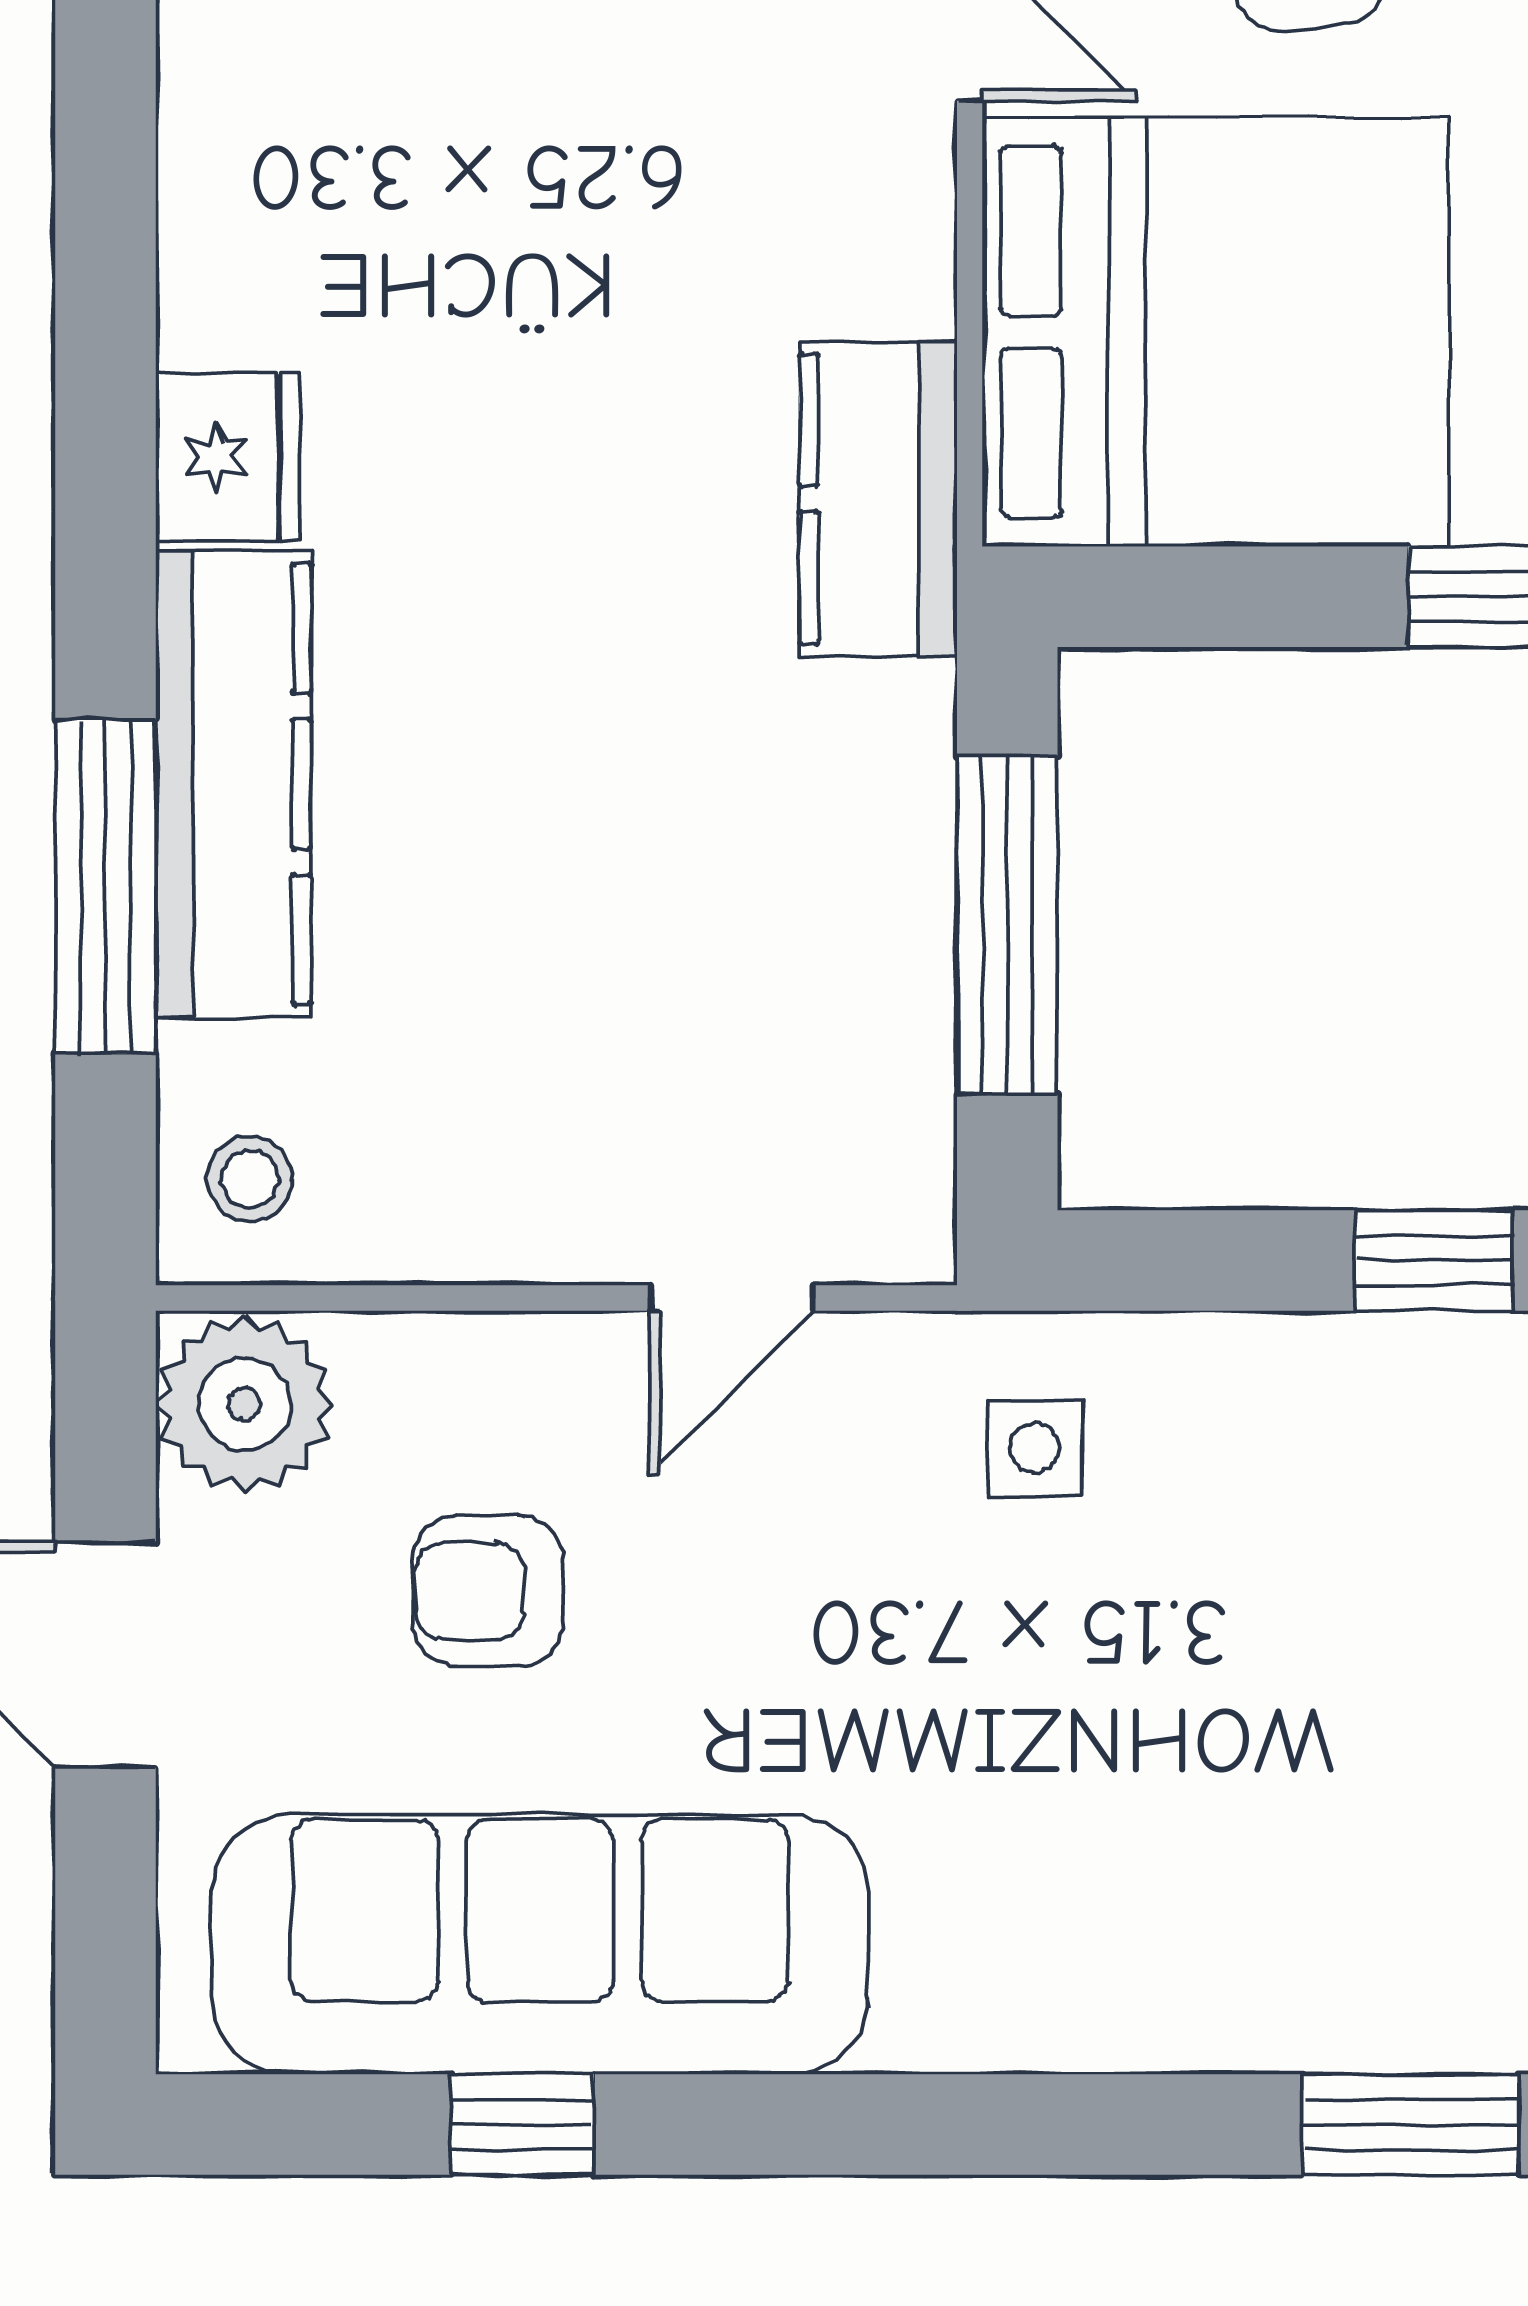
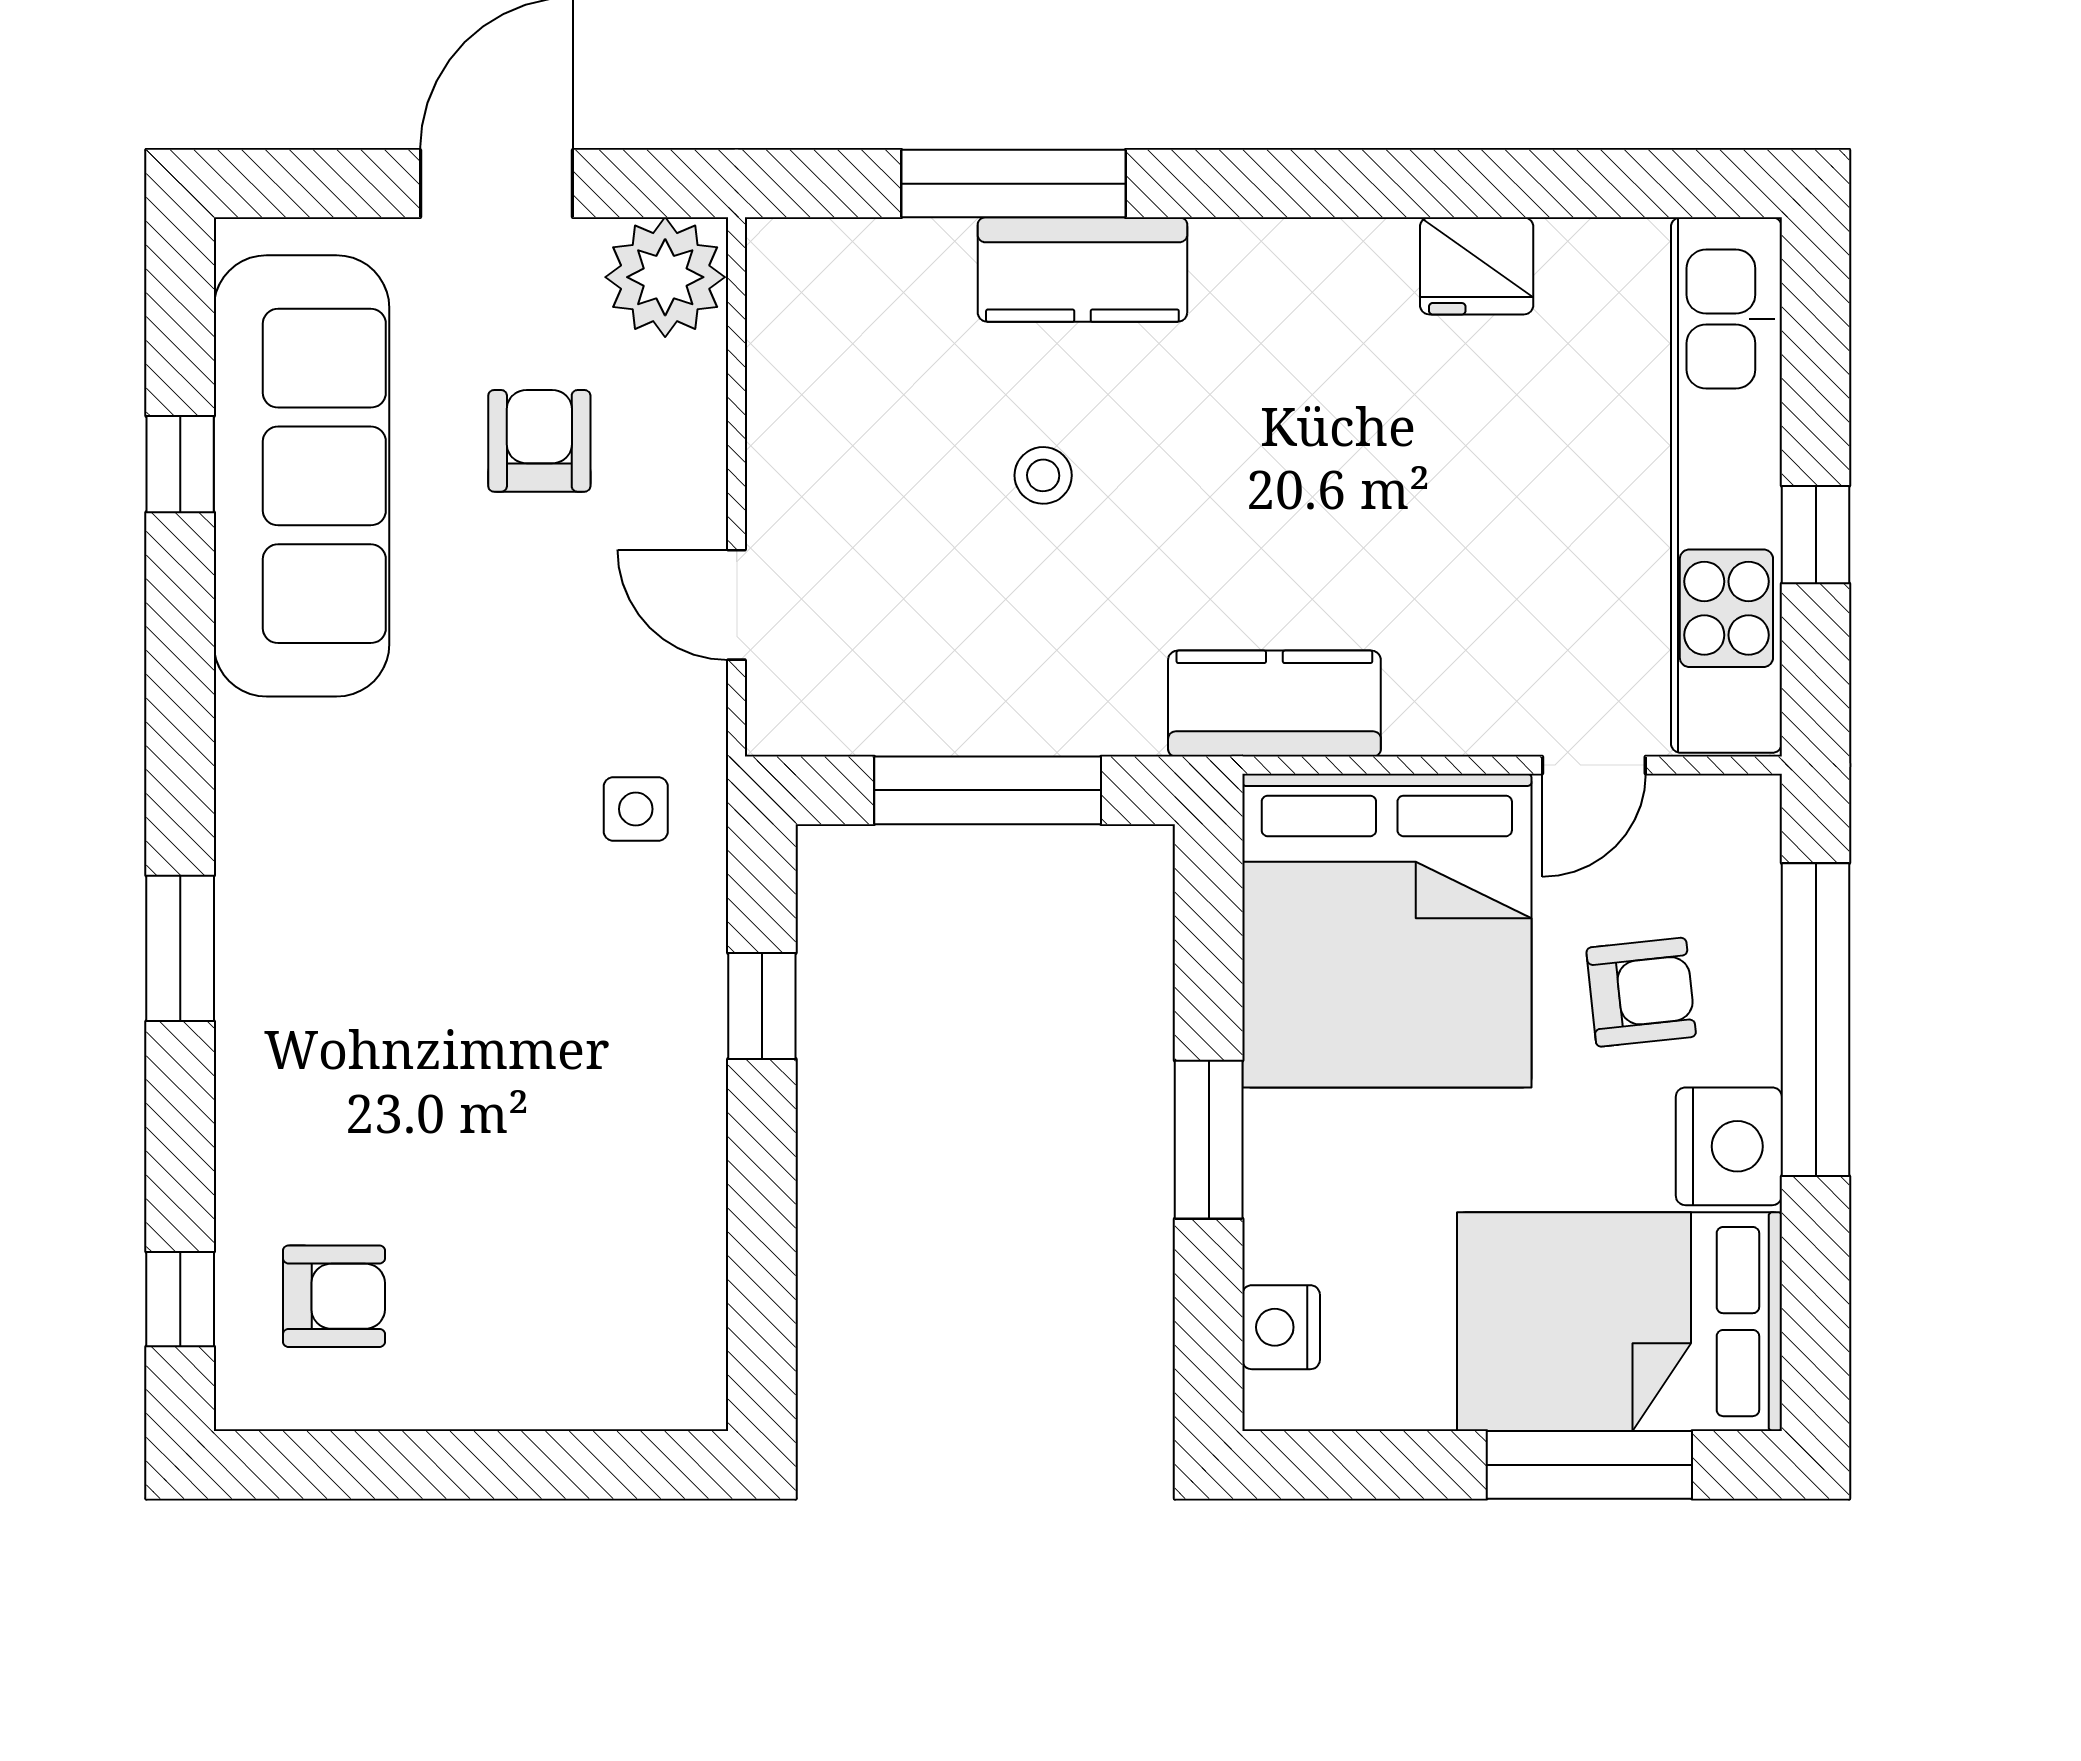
fridge: (228, 457) -> (1477, 266), moved
kitchen counter: (233, 784) -> (1082, 270), width x0.67
stool: (250, 1179) -> (1043, 475), moved
window: (1434, 1260) -> (762, 1006), moved
window: (1411, 2125) -> (180, 948), moved

